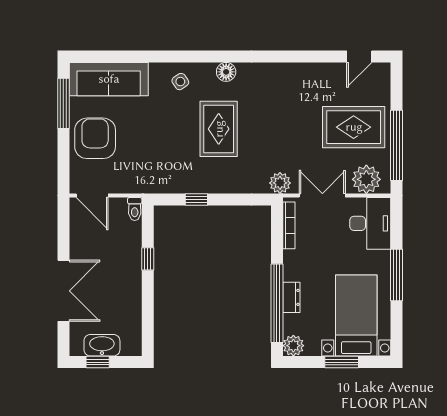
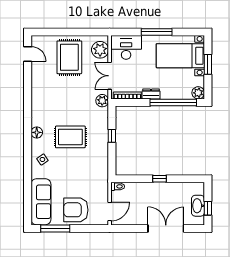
window: (396, 145) -> (80, 32), removed
window: (196, 199) -> (112, 136), moved
window: (148, 259) -> (159, 179), moved
dresser: (291, 297) -> (151, 94), moved

